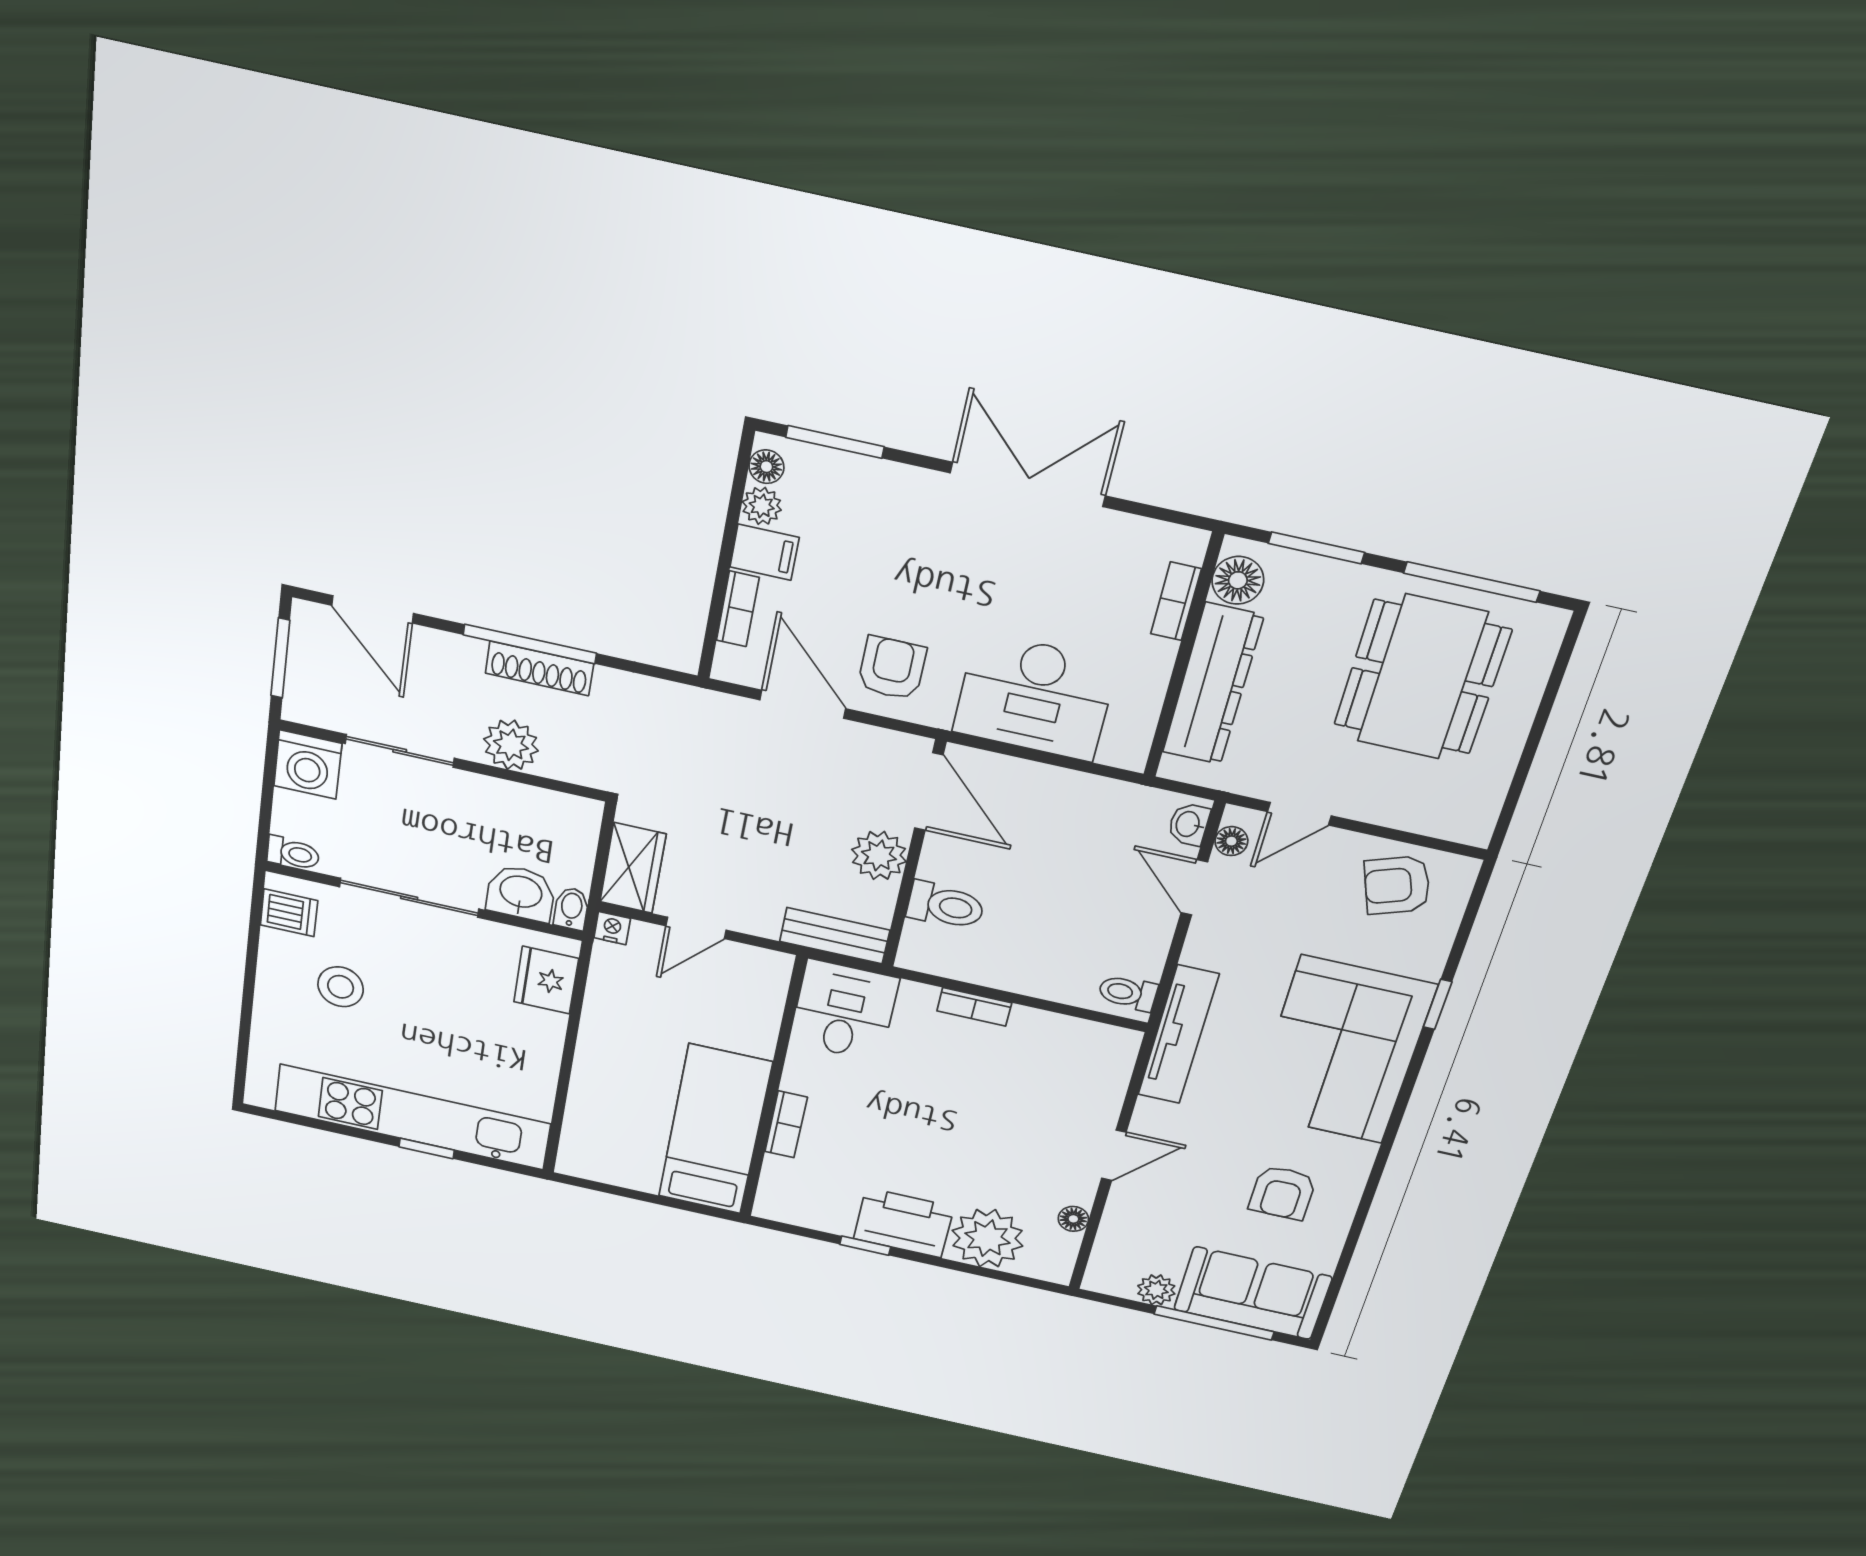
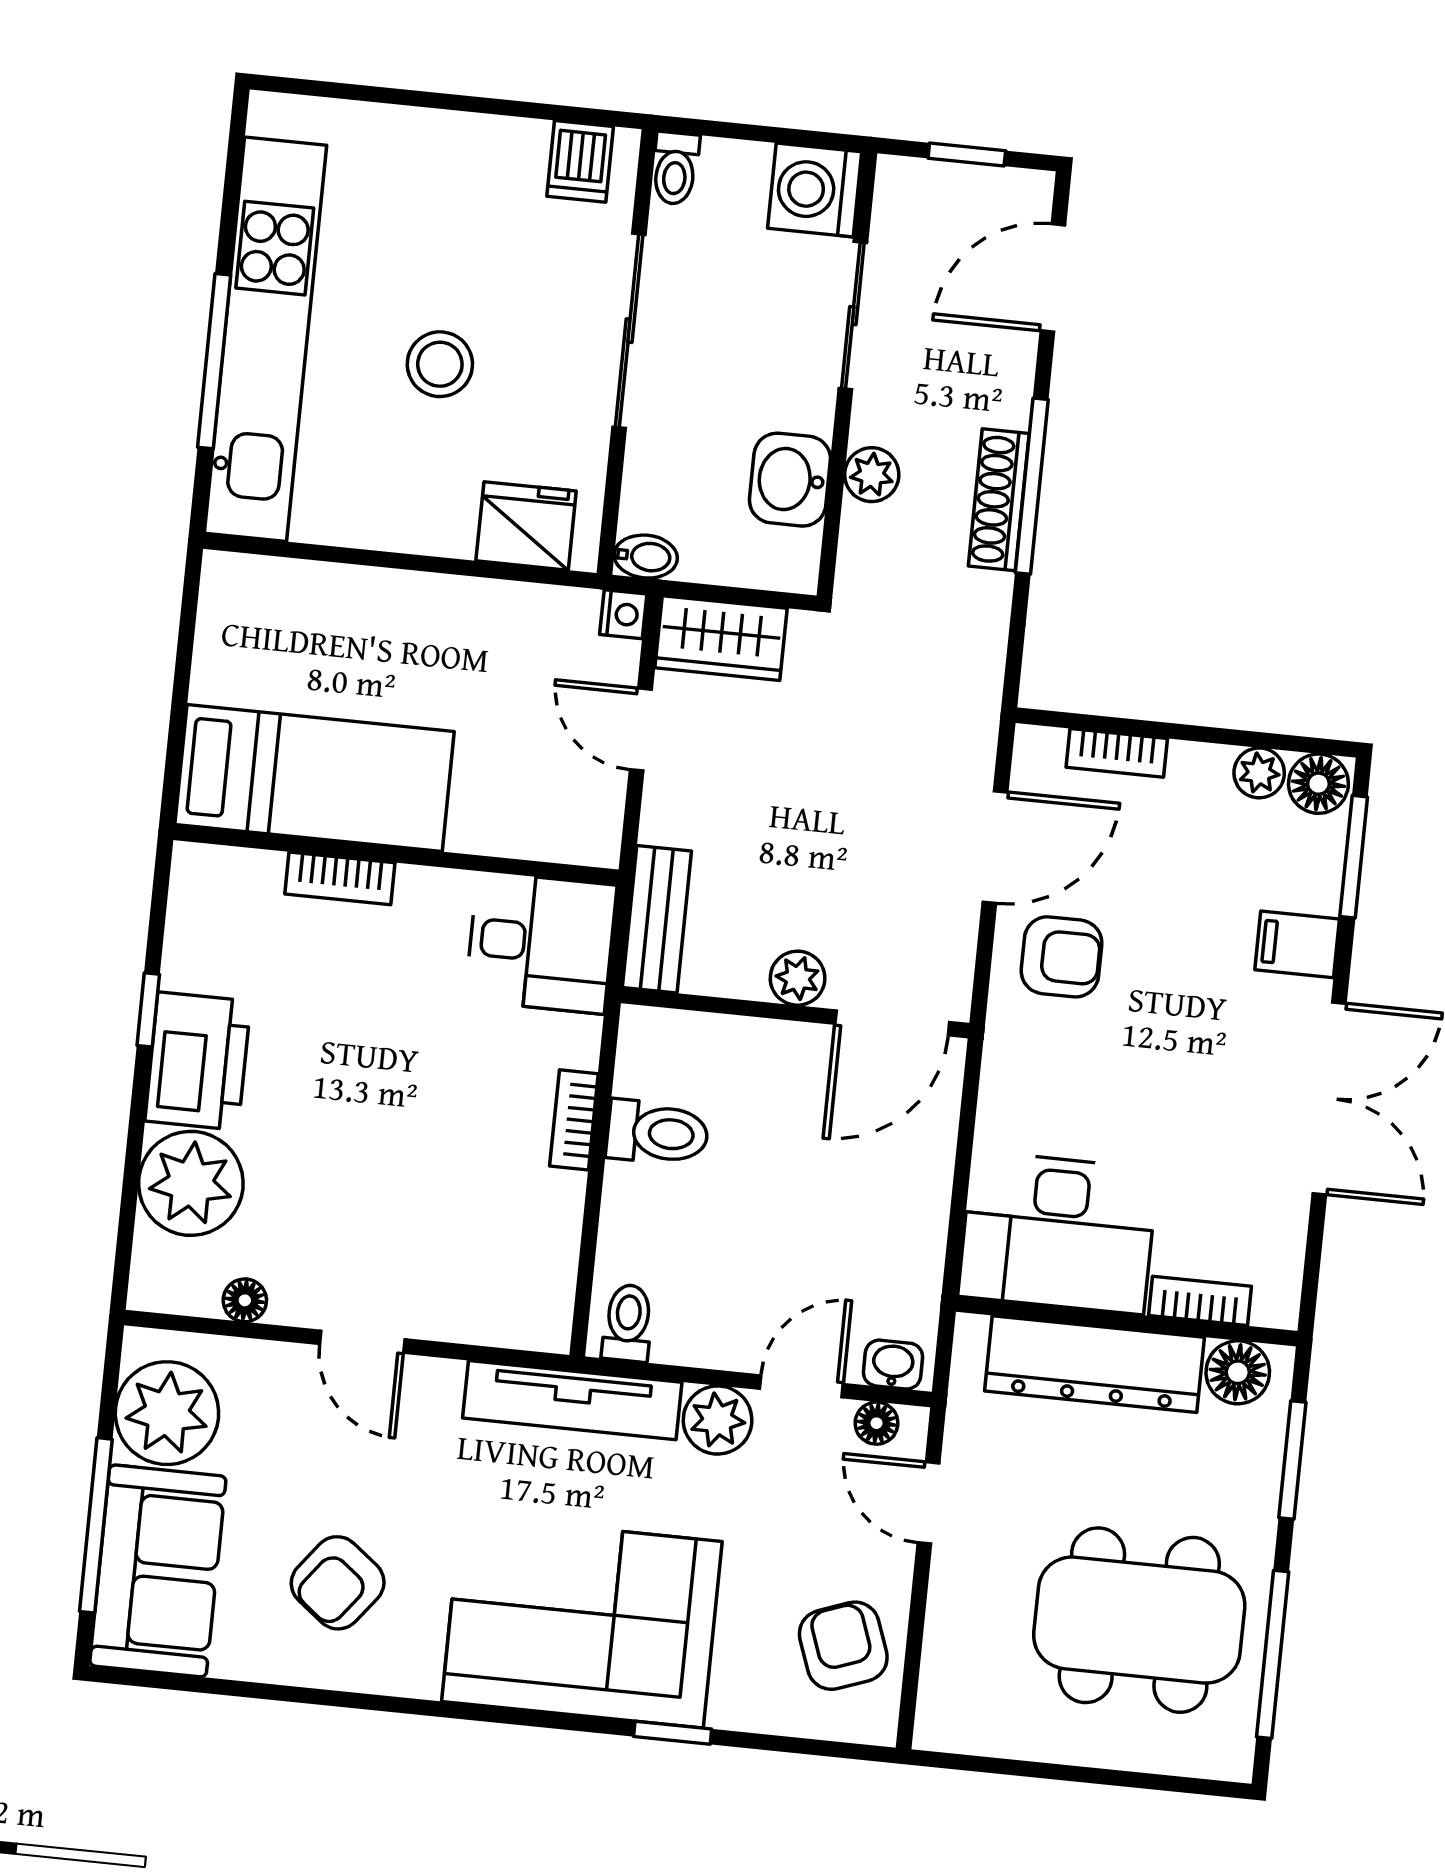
floor lamp: (766, 467) -> (1318, 784), width x1.37, depth x1.37
filing cabinet: (765, 552) -> (1297, 944), moved, turned 90
window: (280, 658) -> (967, 154), width x0.67
desk: (1035, 697) -> (1058, 1233), moved, turned -90
plant: (511, 745) -> (872, 475), width x0.73, depth x0.73
plant: (879, 855) -> (798, 978), width x0.73, depth x0.73
washbasin: (521, 893) -> (790, 480), moved, turned 180
toilet: (946, 906) -> (657, 1133), moved, turned -90
plant: (1210, 945) -> (718, 1420), added
stool: (341, 987) -> (440, 364), moved
window: (427, 1149) -> (214, 361), width x2.17
armchair: (1282, 1193) -> (338, 1583), turned -52
plant: (1156, 1290) -> (167, 1413), width x1.88, depth x1.88

